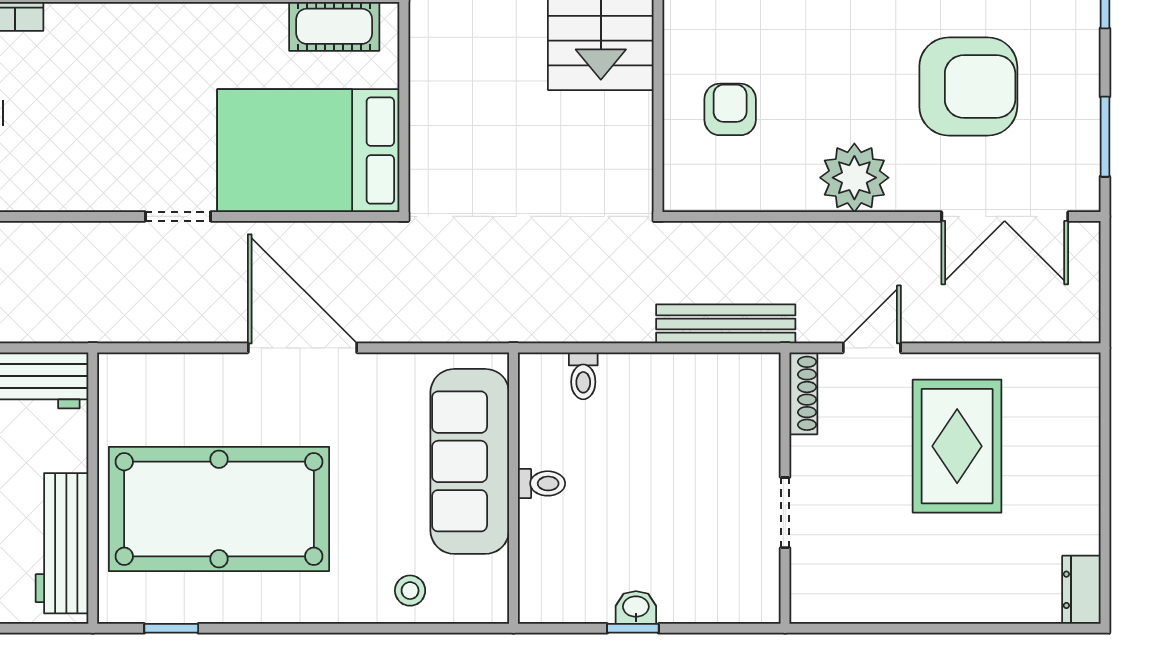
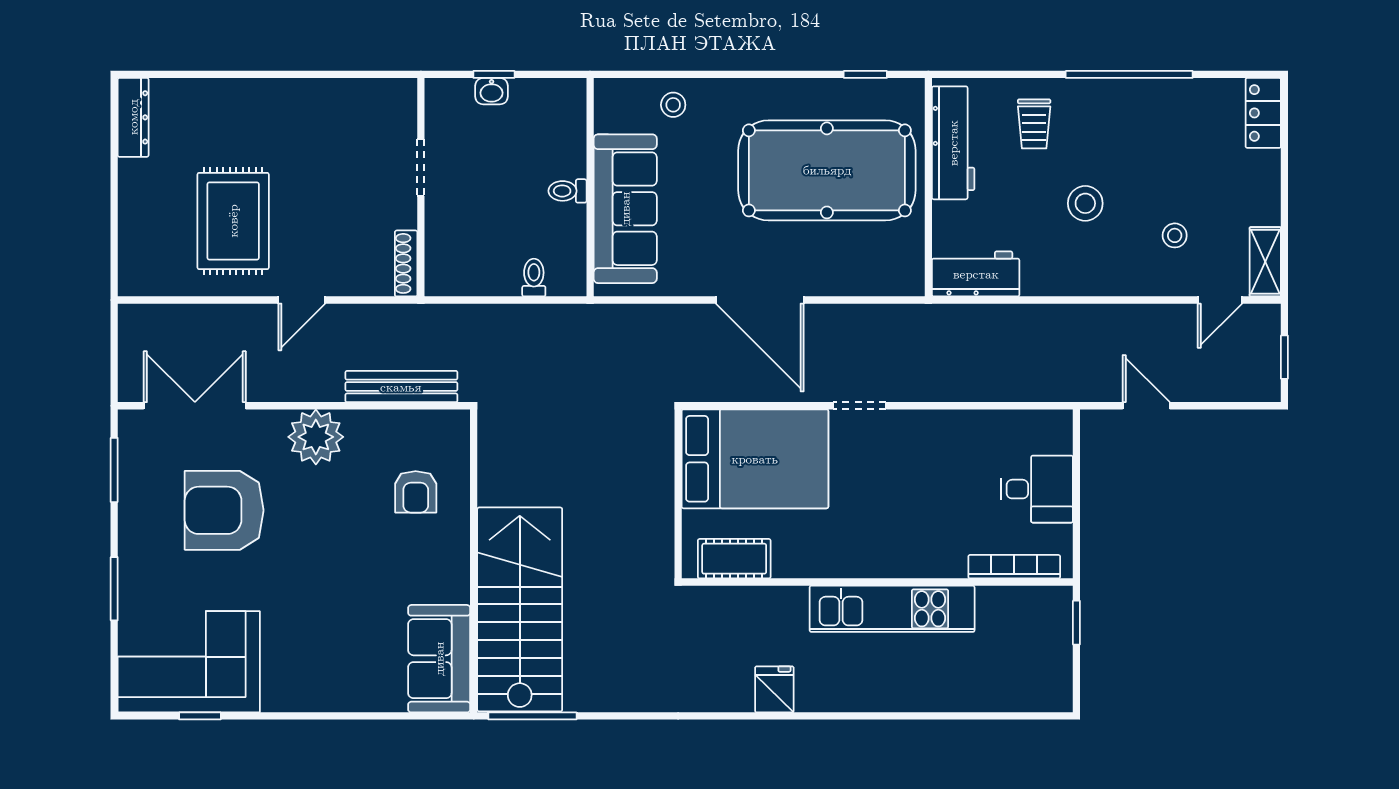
bench: (726, 324) -> (401, 387), moved
shoe rack: (803, 393) -> (406, 263), moved
wall: (785, 488) -> (421, 187), moved
doorway: (785, 513) -> (421, 168), moved
dresser: (1081, 590) -> (133, 117), width x1.44

